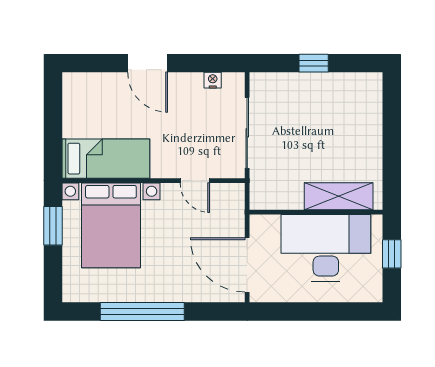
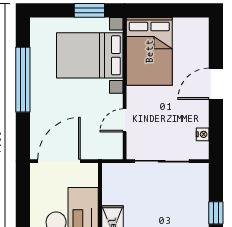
bed: (106, 159) -> (149, 51), width x1.50

